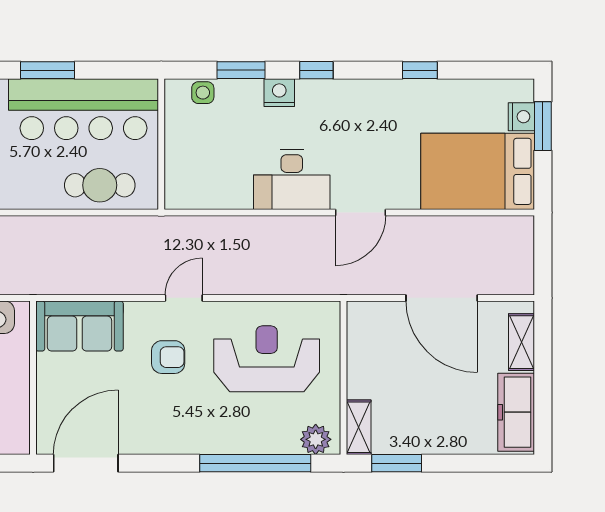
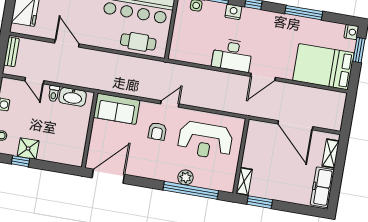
window: (420, 70) -> (304, 13), width x2.17
nightstand: (521, 117) -> (351, 32), moved
armchair: (168, 357) -> (157, 131), turned 90
reception desk: (267, 359) -> (205, 140), turned 180
plant: (316, 439) -> (185, 177), moved

